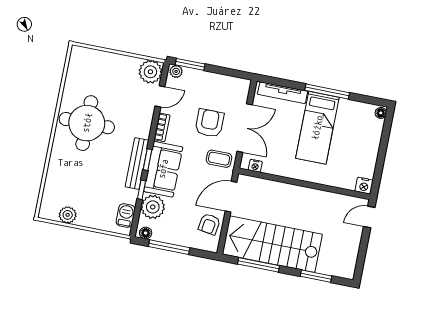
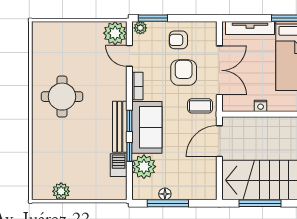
door: (160, 96) -> (129, 56), swing flipped
round table: (87, 123) -> (62, 97), width x0.73, depth x0.73
nightstand: (255, 166) -> (261, 106), moved
barbecue: (126, 216) -> (119, 165), moved
armchair: (209, 224) -> (178, 40), moved, turned 81
floor lamp: (146, 233) -> (165, 194), moved

